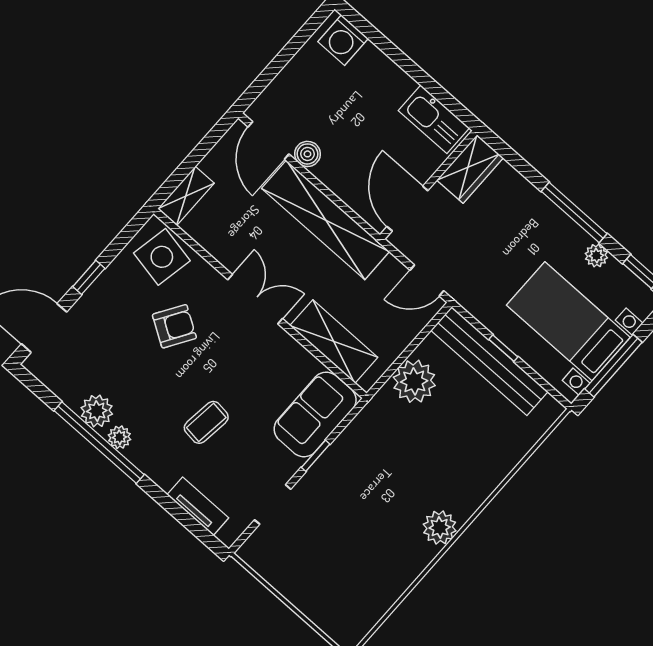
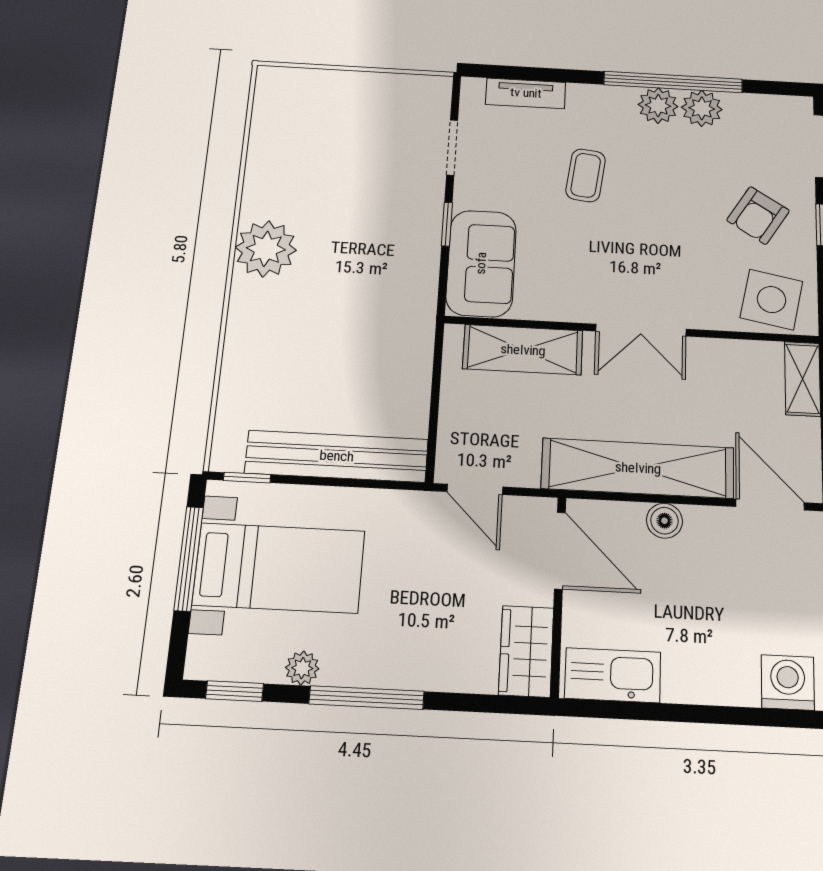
boiler: (307, 154) -> (664, 521), moved
door: (427, 281) -> (475, 489), swing flipped
armchair: (174, 326) -> (758, 215), moved
window: (503, 348) -> (247, 478), moved
plant: (414, 381) -> (403, 373), removed
plant: (119, 437) -> (658, 106), width x1.38, depth x1.38
plant: (440, 528) -> (266, 249), width x1.36, depth x1.36

